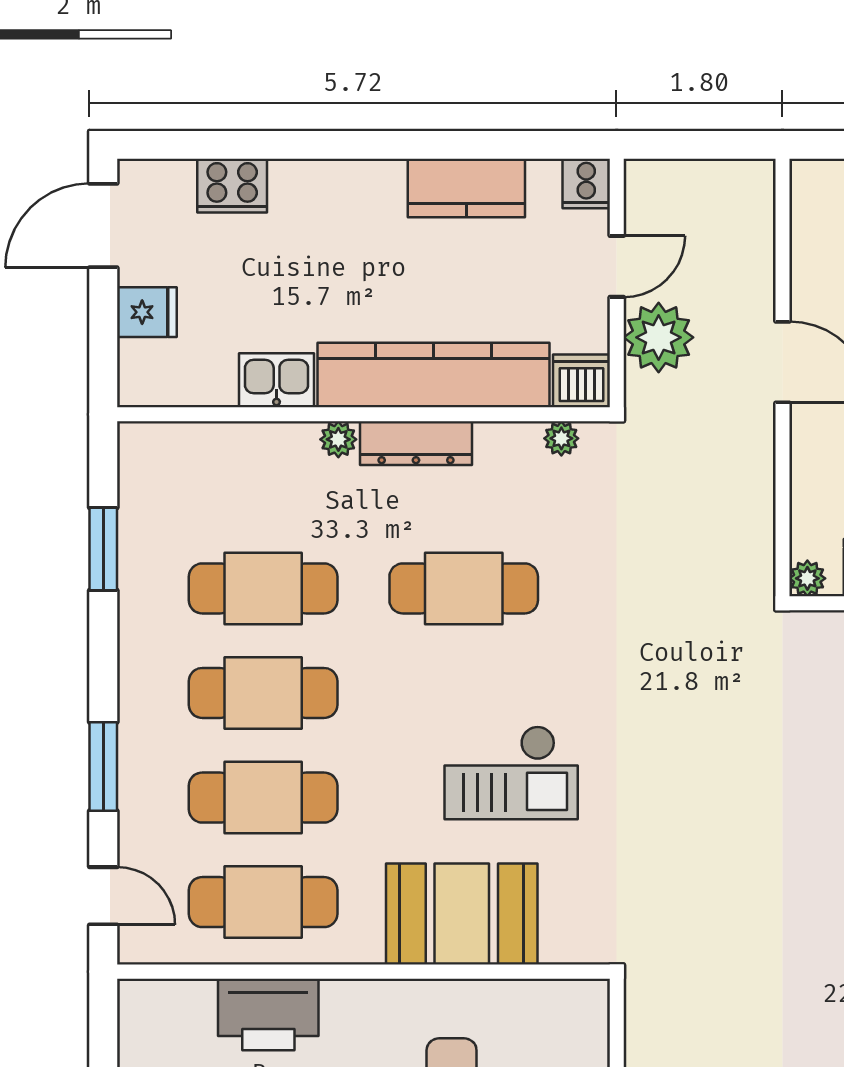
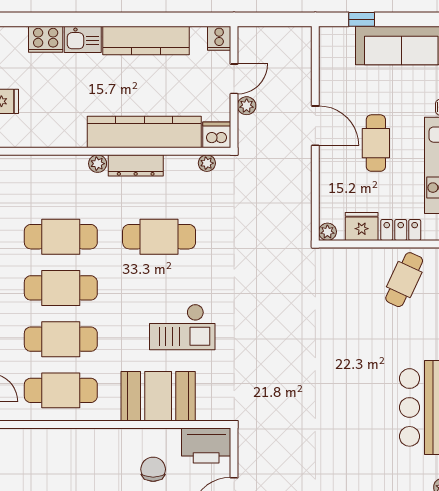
kitchen counter: (466, 188) -> (146, 40), width x1.50
plant: (659, 337) -> (247, 106), width x0.53, depth x0.53
kitchen sink: (277, 380) -> (83, 39), moved, turned 180
printer: (268, 1015) -> (206, 445), moved

